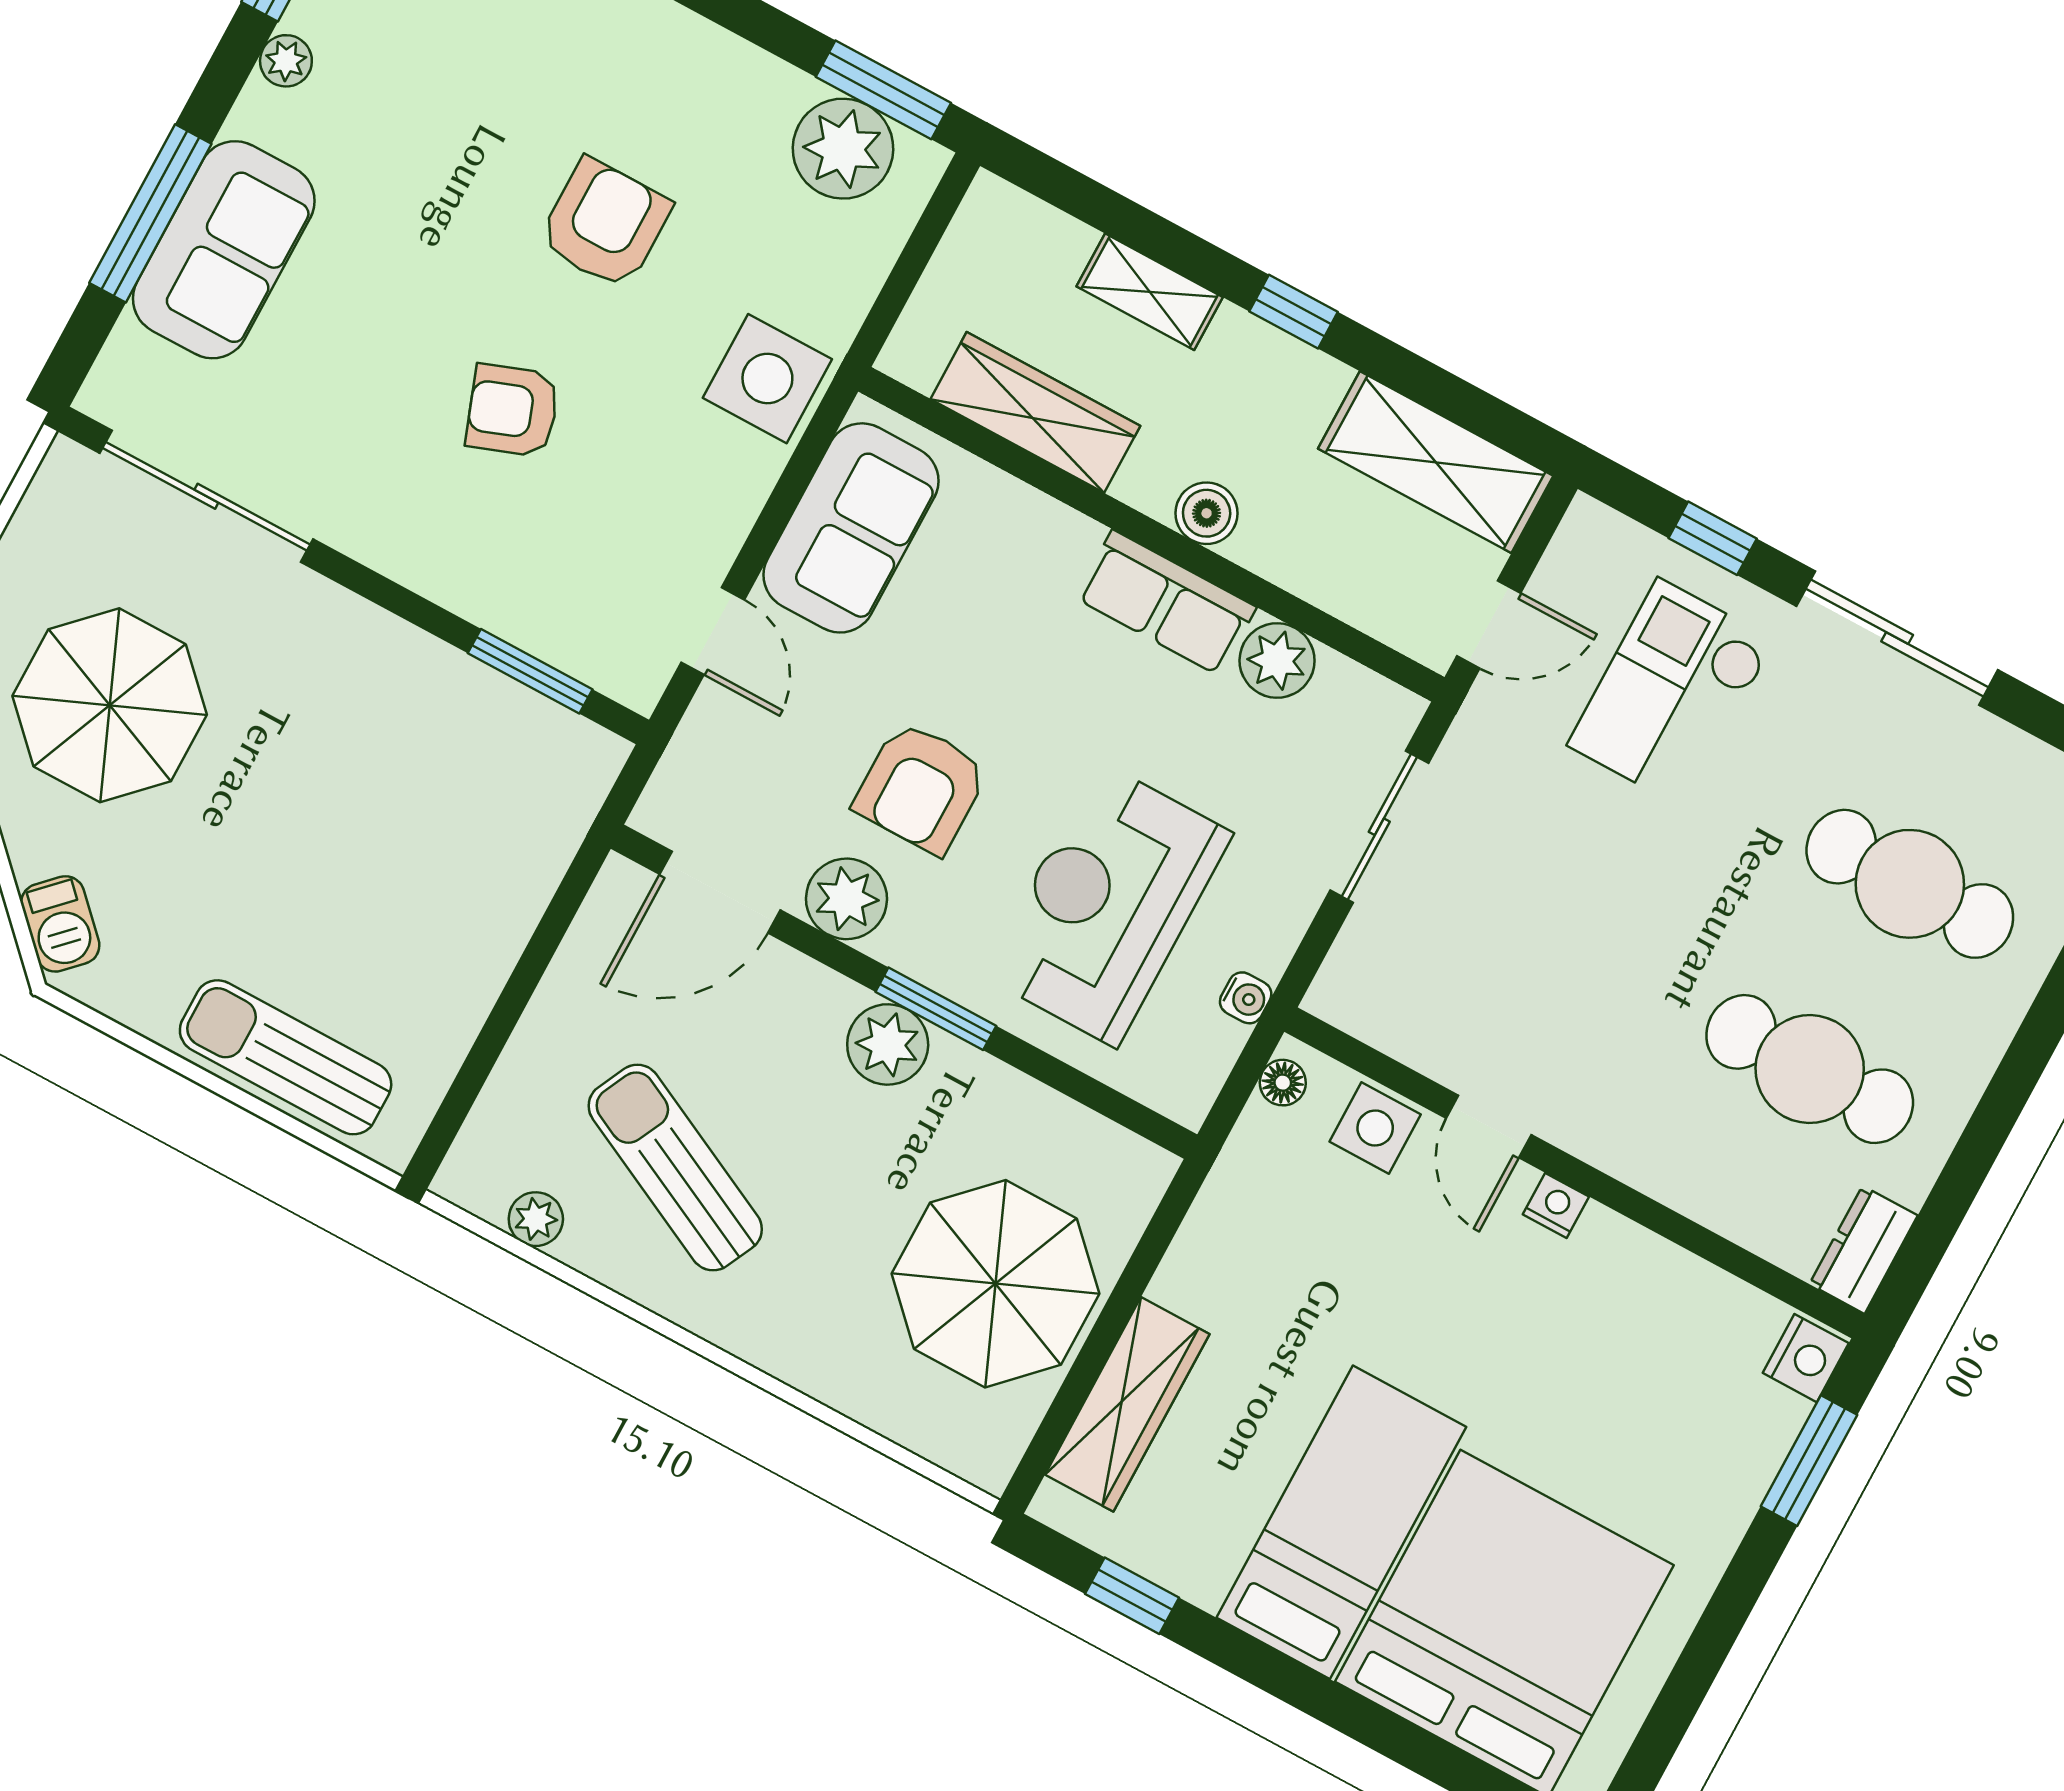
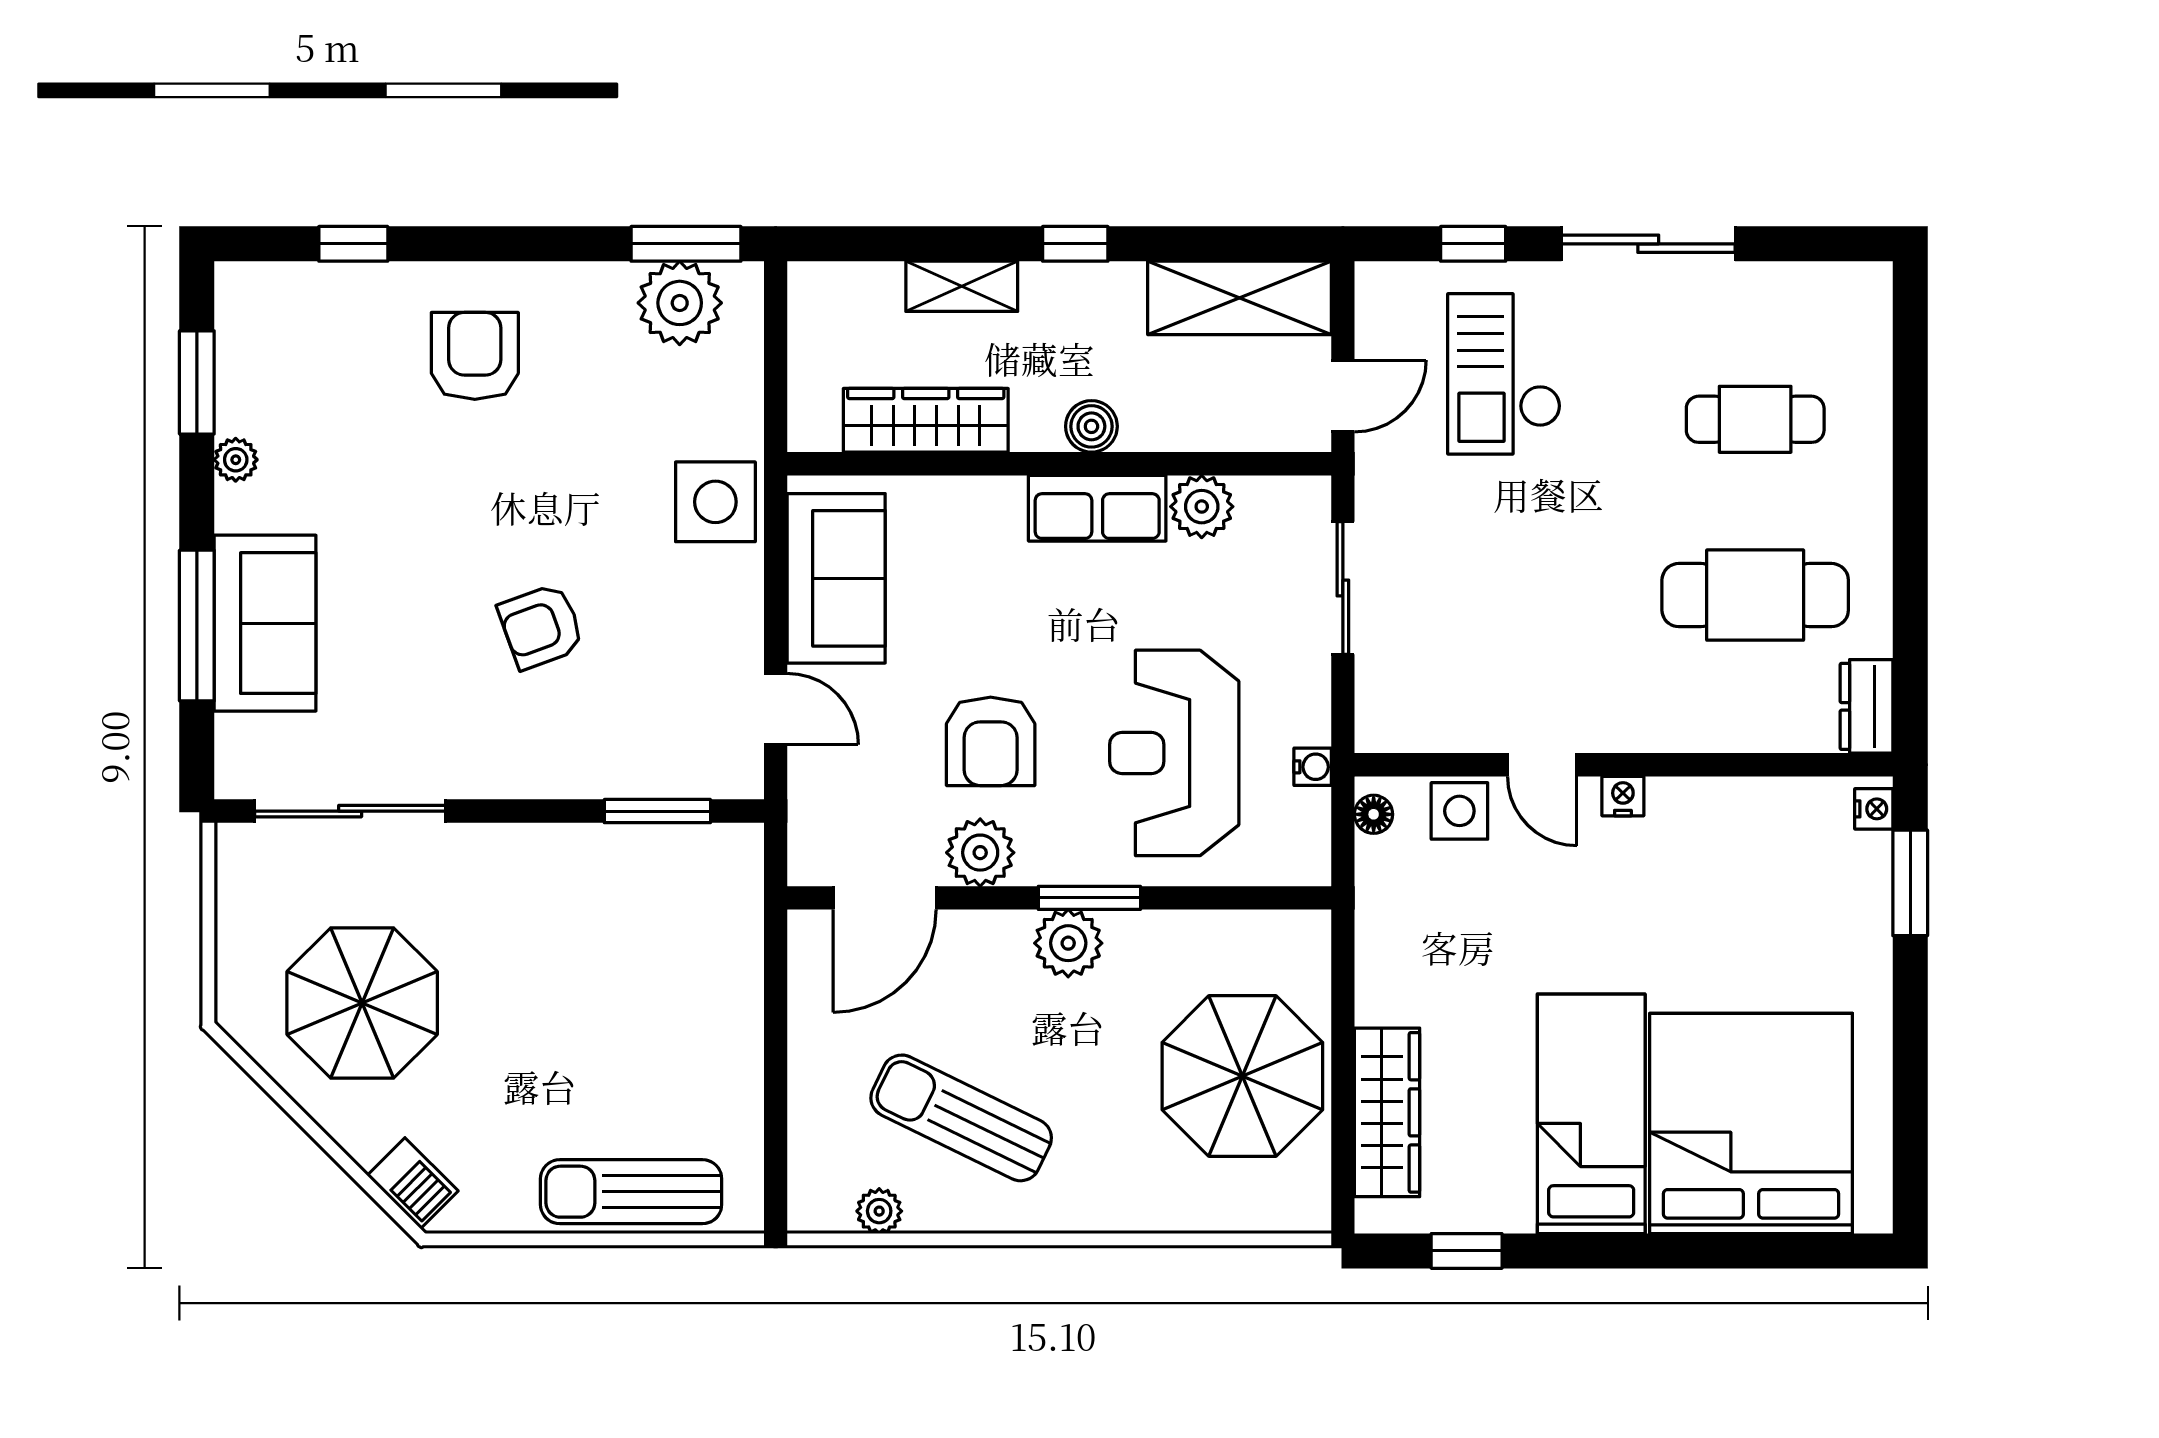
armchair: (605, 224) -> (475, 356), moved
cafe table: (1910, 884) -> (1755, 419), width x0.73, depth x0.74
nightstand: (1806, 1358) -> (1874, 809), width x0.72, depth x0.74

